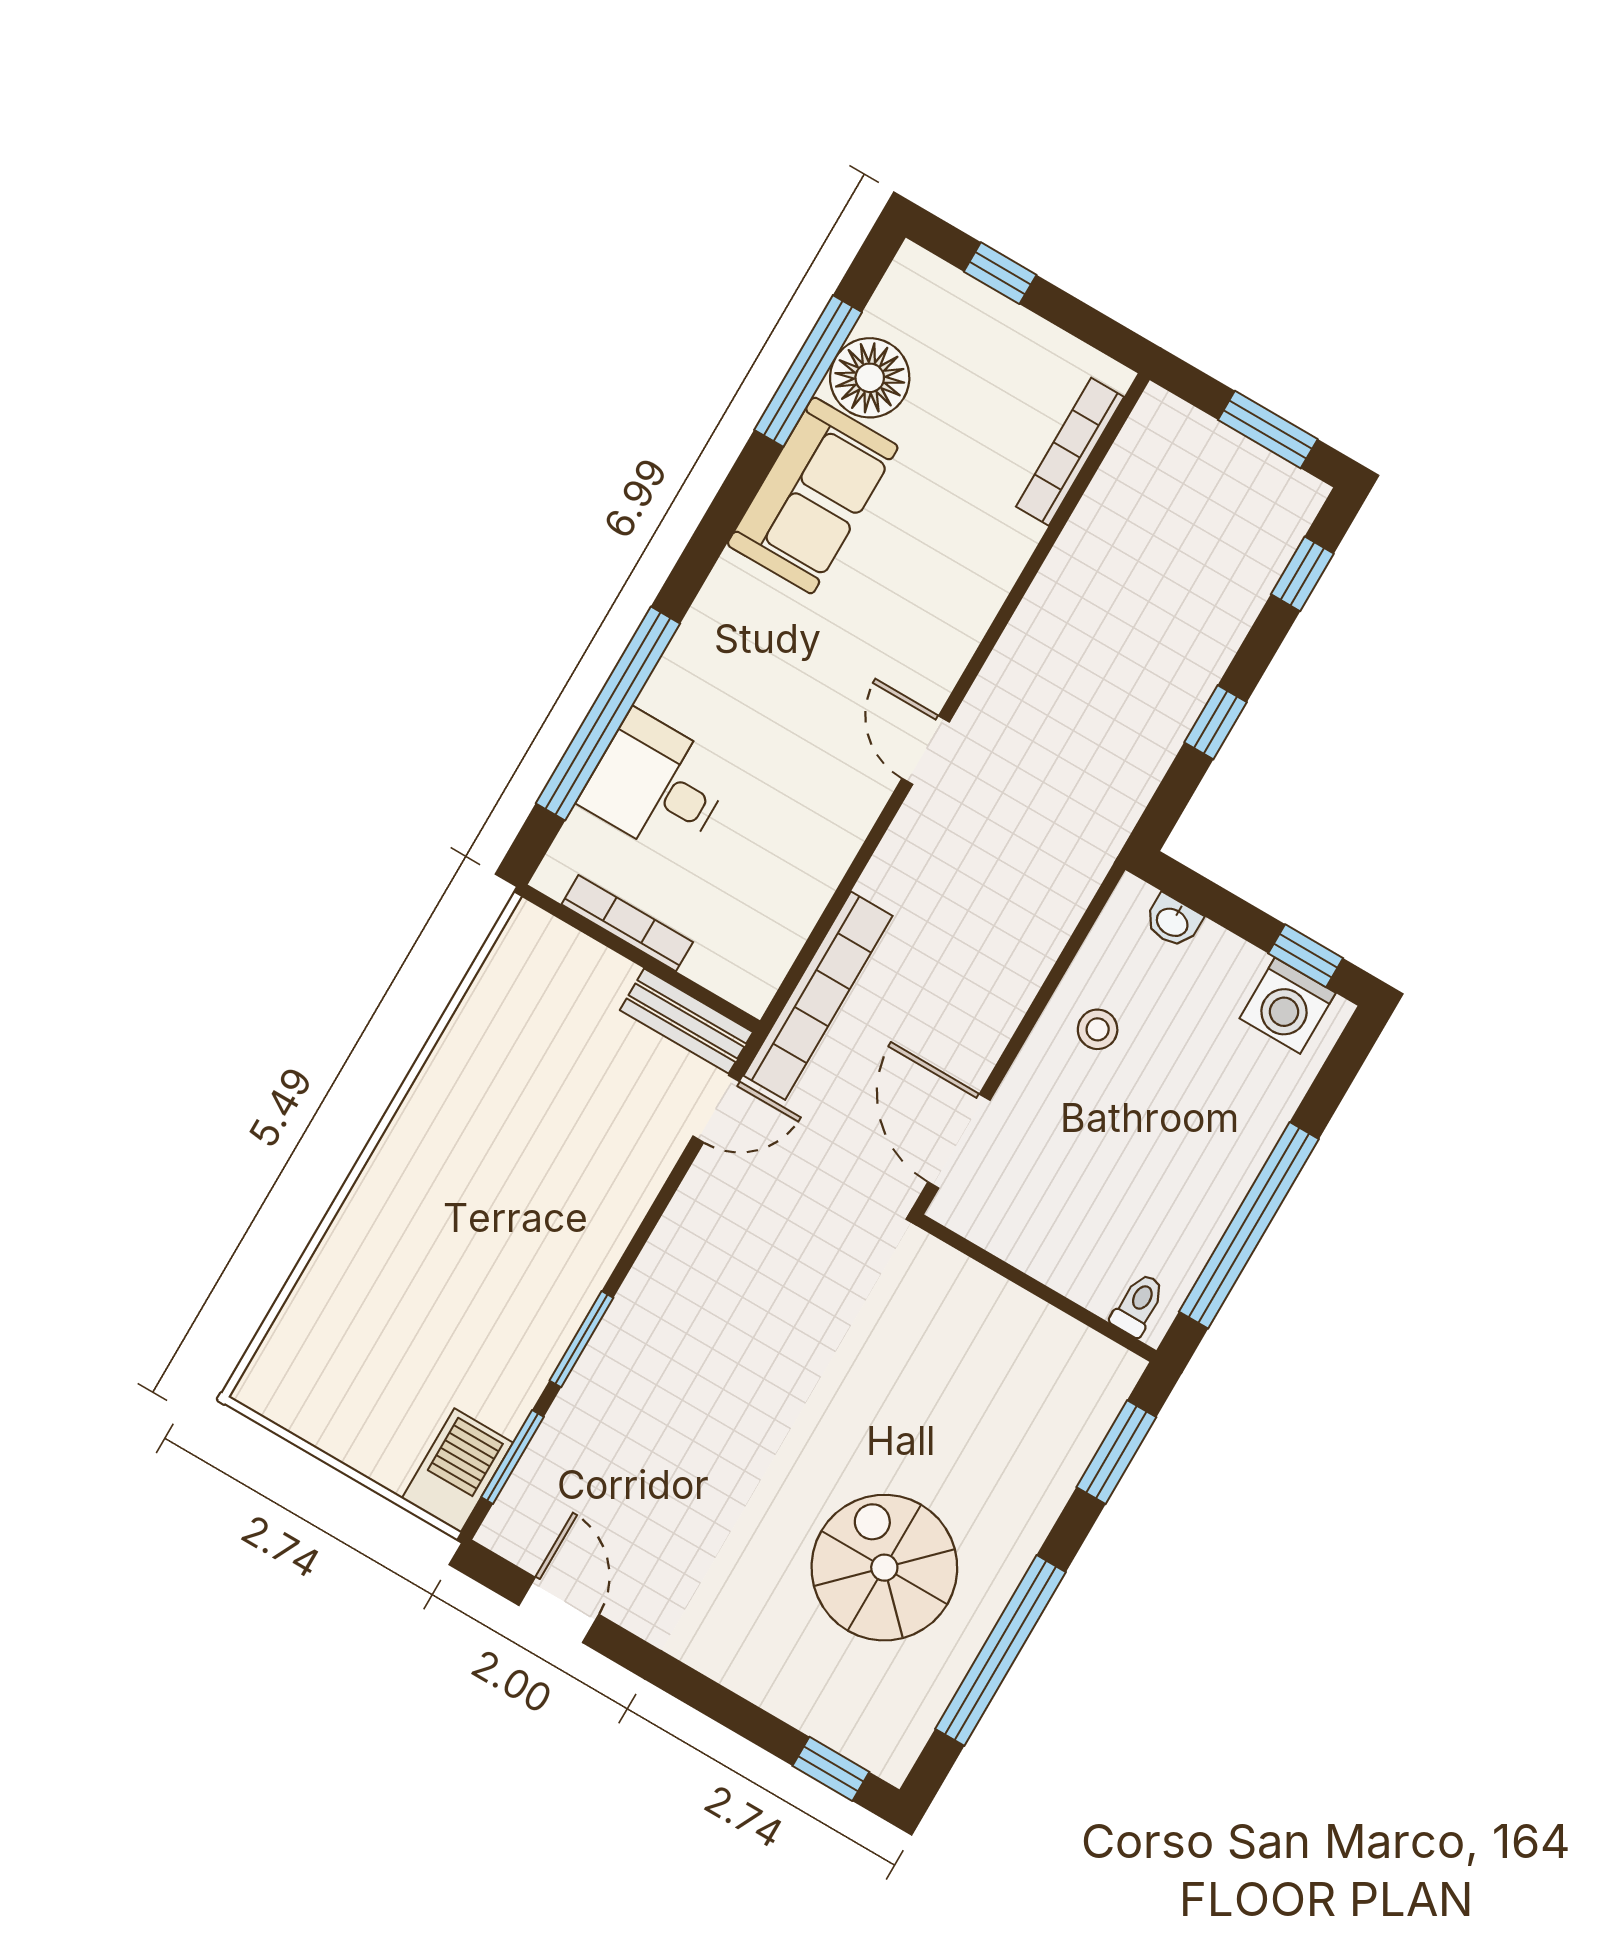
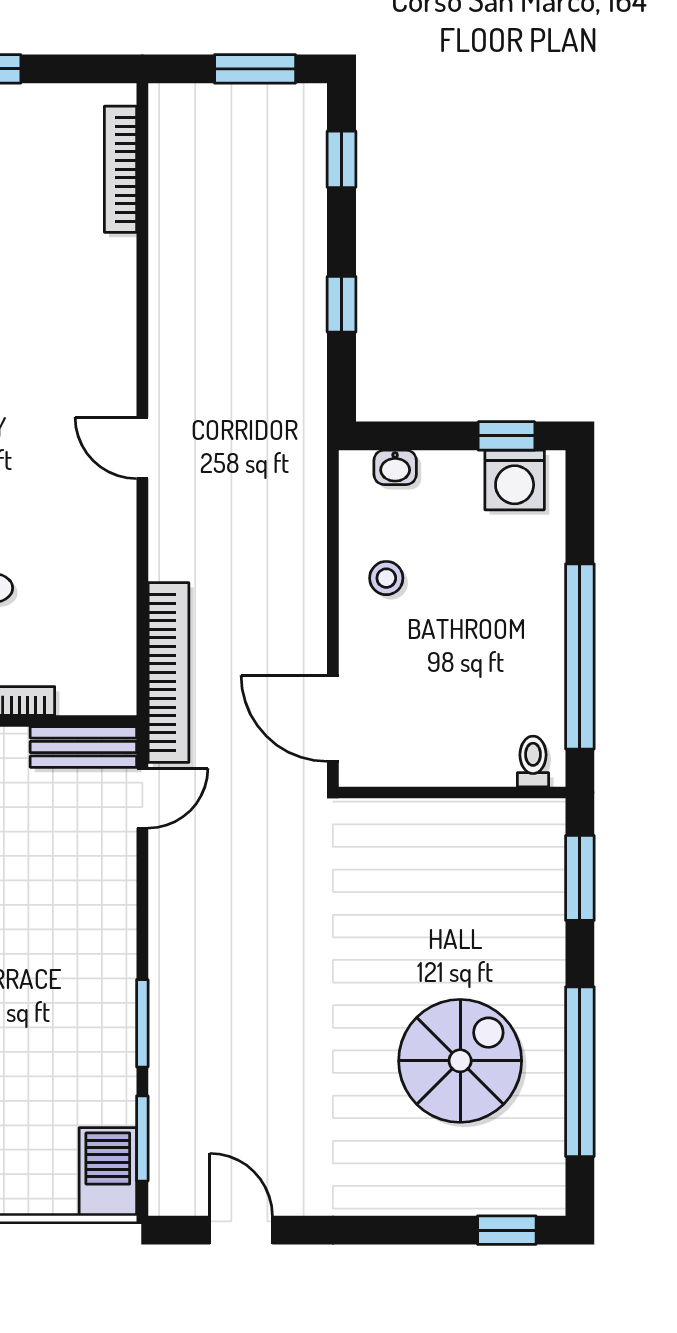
spiral stairs: (884, 1568) -> (460, 1061), turned 90

